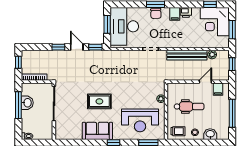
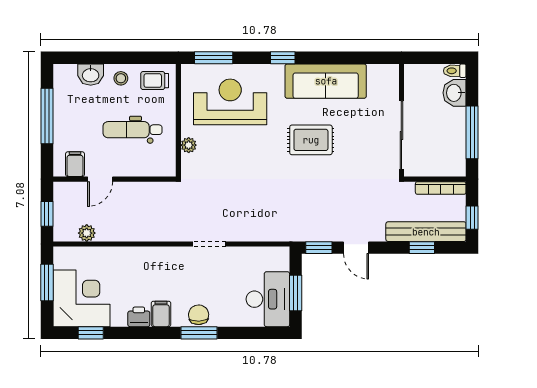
desk: (124, 26) -> (268, 299), width x0.73, depth x0.77
window: (58, 47) -> (422, 248), moved
bench: (187, 55) -> (426, 232), moved
washbasin: (27, 103) -> (455, 93), moved
sofa: (97, 131) -> (326, 81), width x1.36

